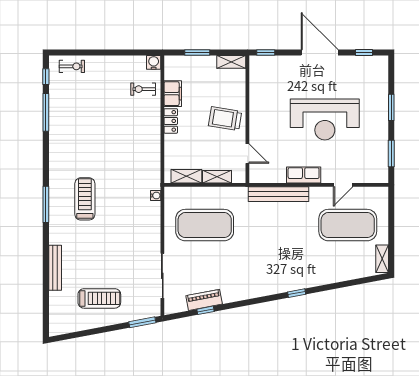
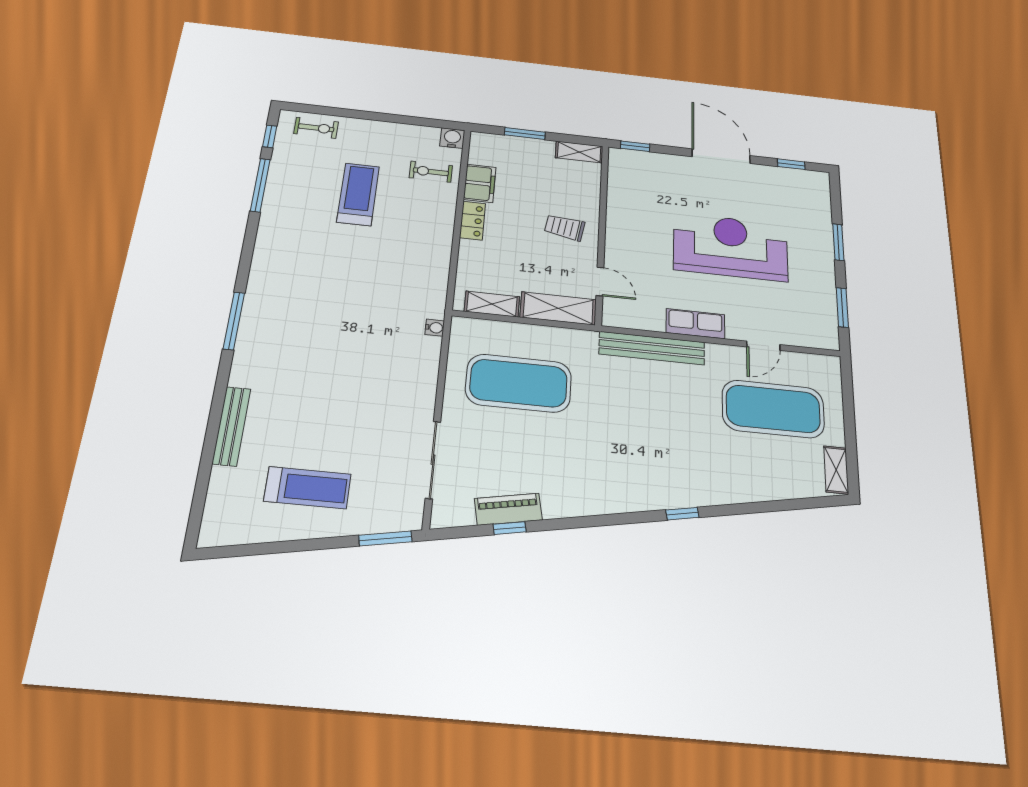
trolley: (225, 119) -> (565, 227), width x0.73, depth x0.72
reception desk: (325, 119) -> (731, 247), turned 180
shelving: (217, 177) -> (558, 308), width x1.50, depth x1.33
treadmill: (85, 199) -> (358, 194), moved

